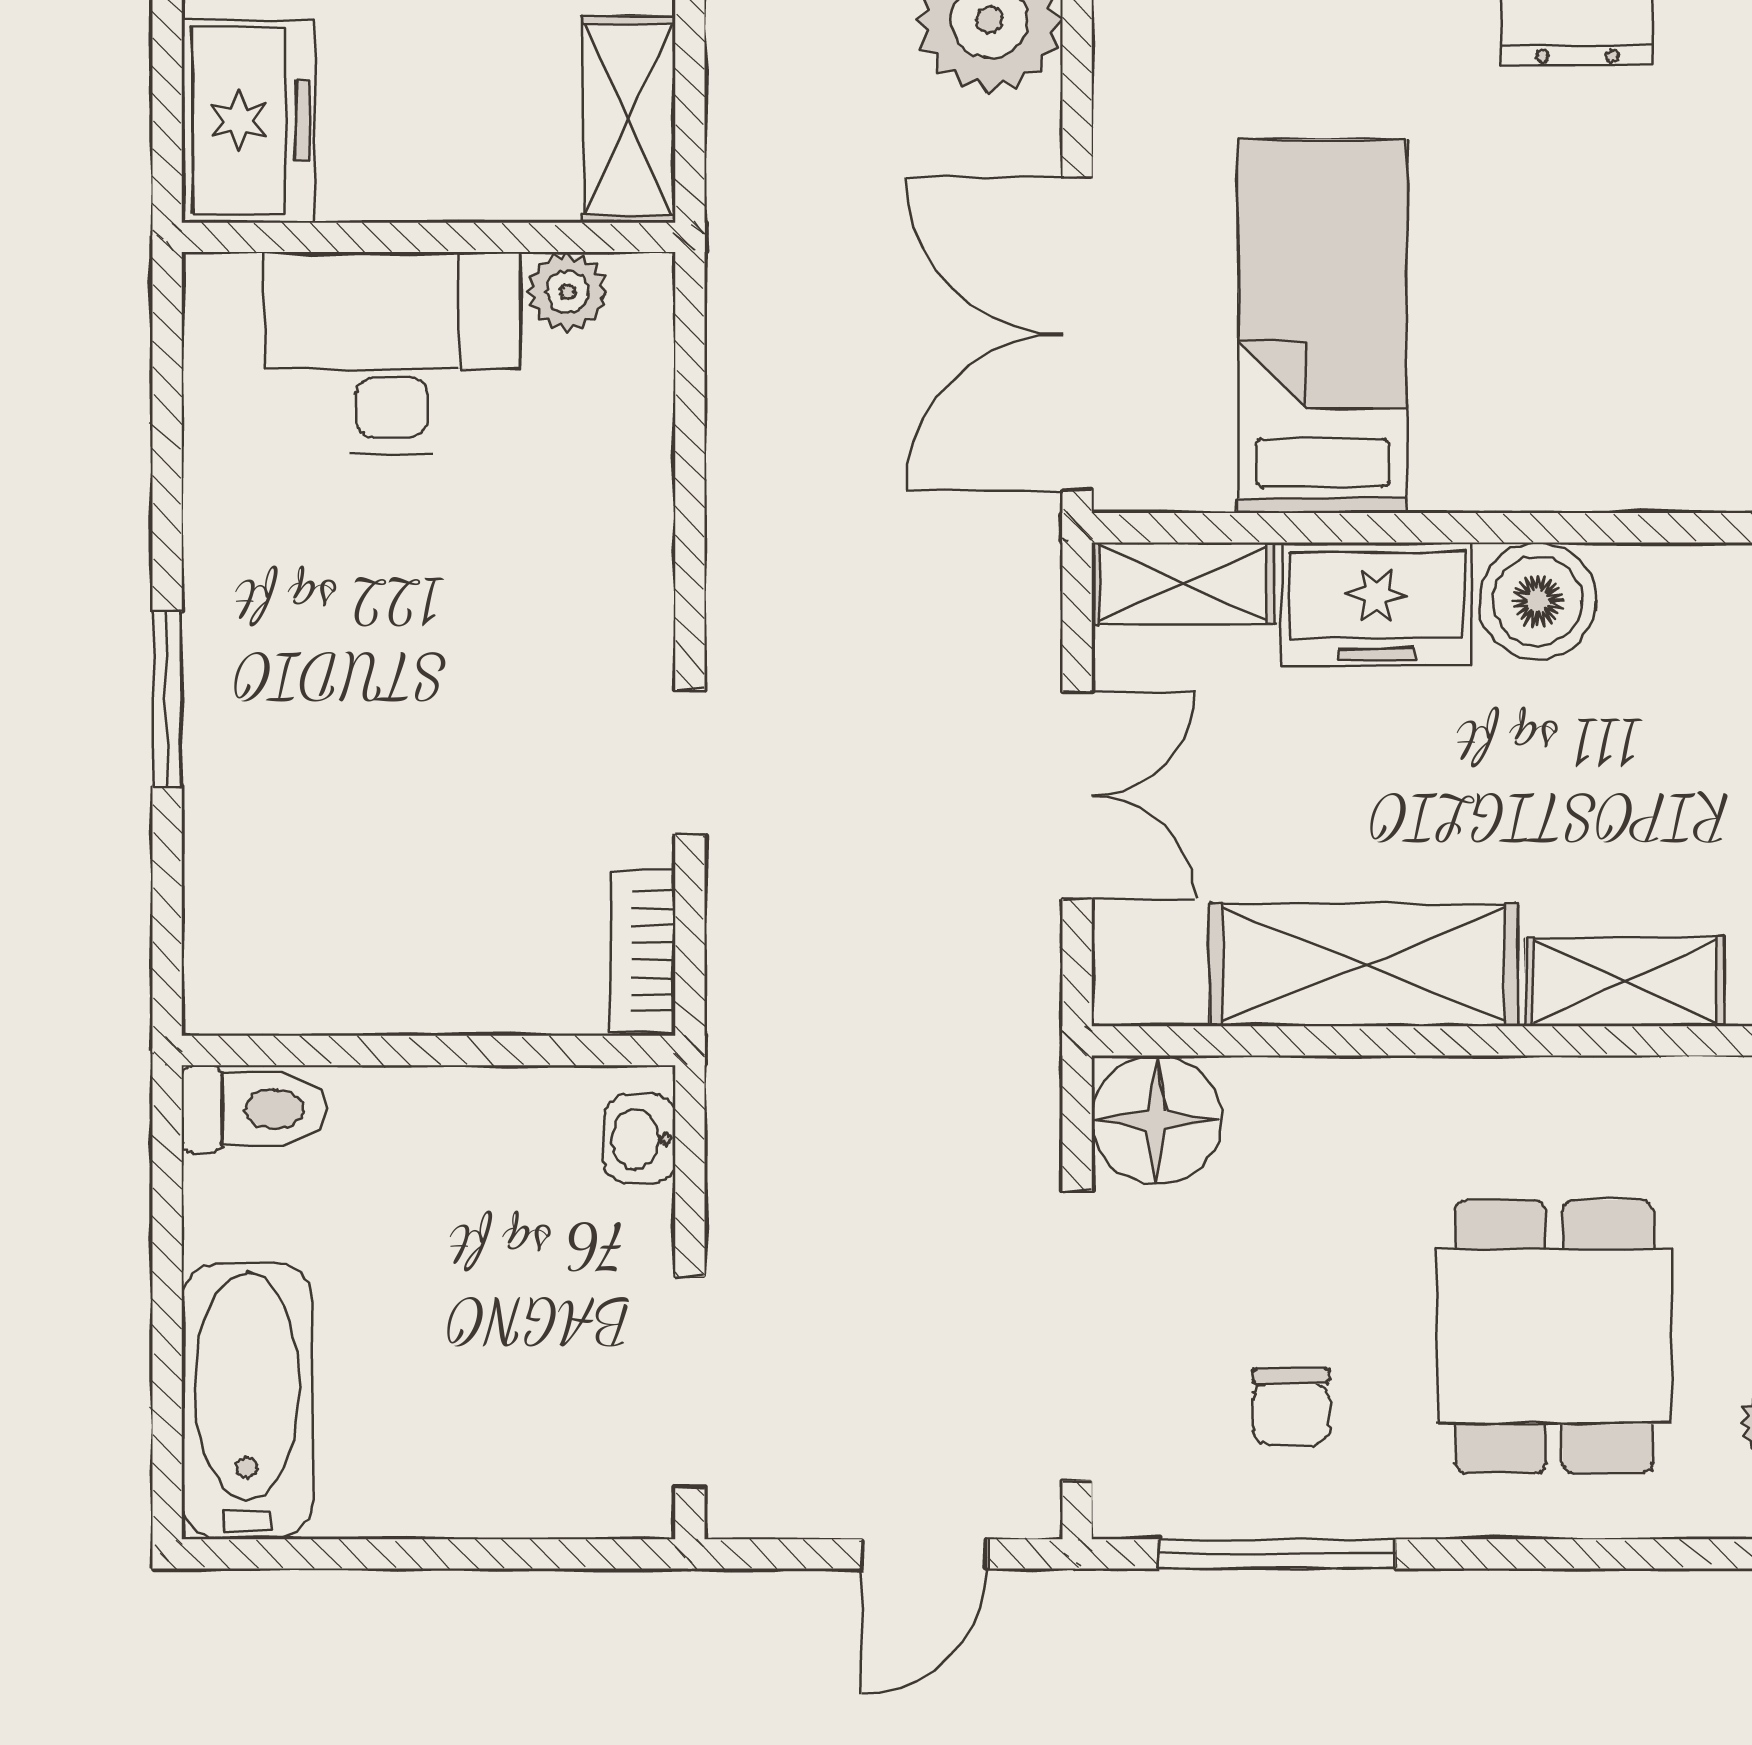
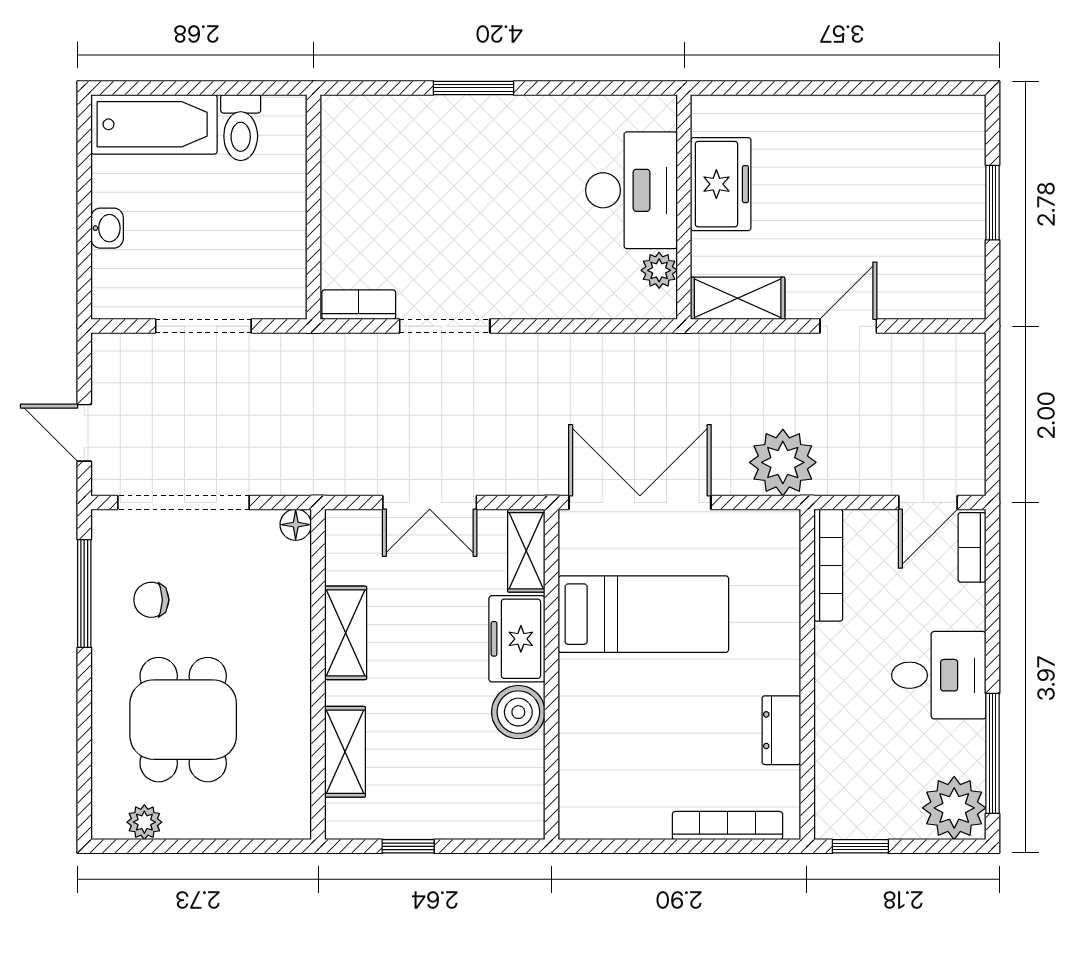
freezer: (248, 121) -> (721, 184), moved, turned -90
doorway: (690, 763) -> (445, 326), width x1.38
shelving: (1364, 965) -> (346, 633), width x0.67, depth x0.75
toilet: (254, 1109) -> (241, 128), moved
floor lamp: (1156, 1120) -> (296, 525), width x0.53, depth x0.53
washbasin: (640, 1139) -> (107, 228), moved, turned 90
dining table: (1554, 1337) -> (183, 720), turned 90
doorway: (690, 1382) -> (203, 326), moved

